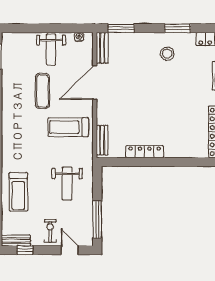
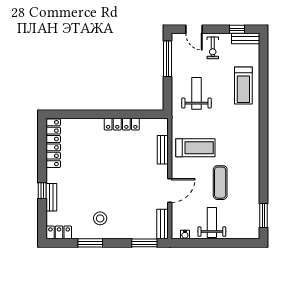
door: (95, 83) -> (170, 190), width x0.73
bench: (102, 140) -> (163, 150), moved
treadmill: (18, 192) -> (243, 85), turned 180

